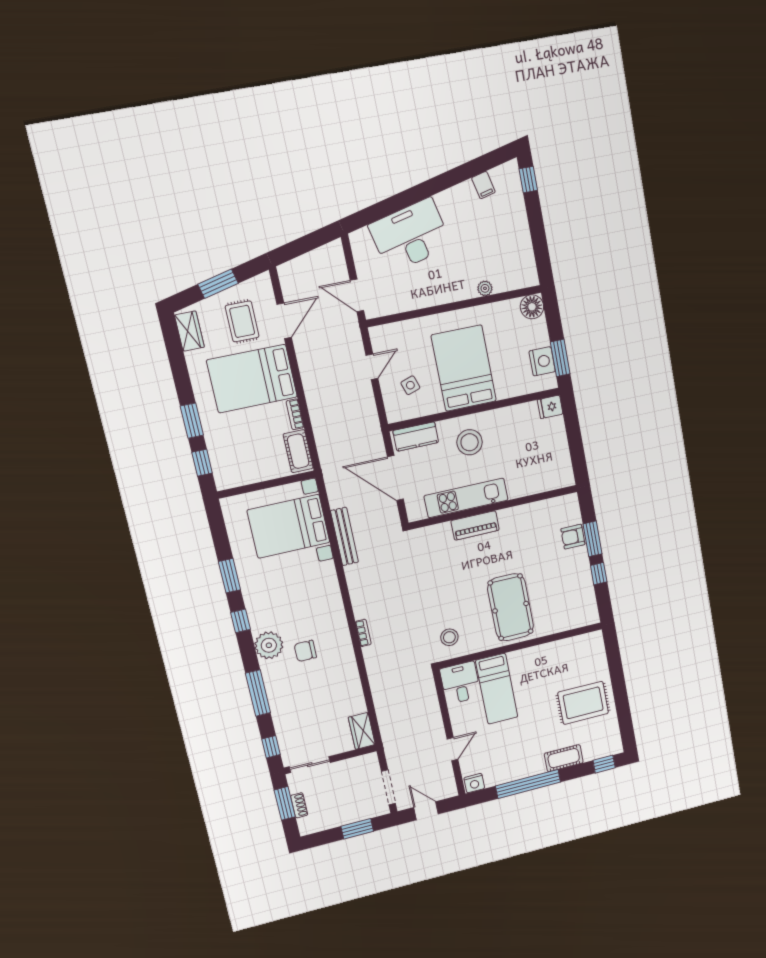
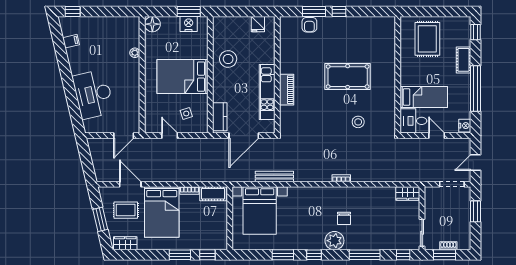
fridge: (550, 407) -> (258, 24), moved
stool: (470, 442) -> (228, 59), moved
wall: (521, 646) -> (398, 75), moved
desk: (460, 683) -> (413, 121), moved
bed: (497, 689) -> (424, 97), moved

